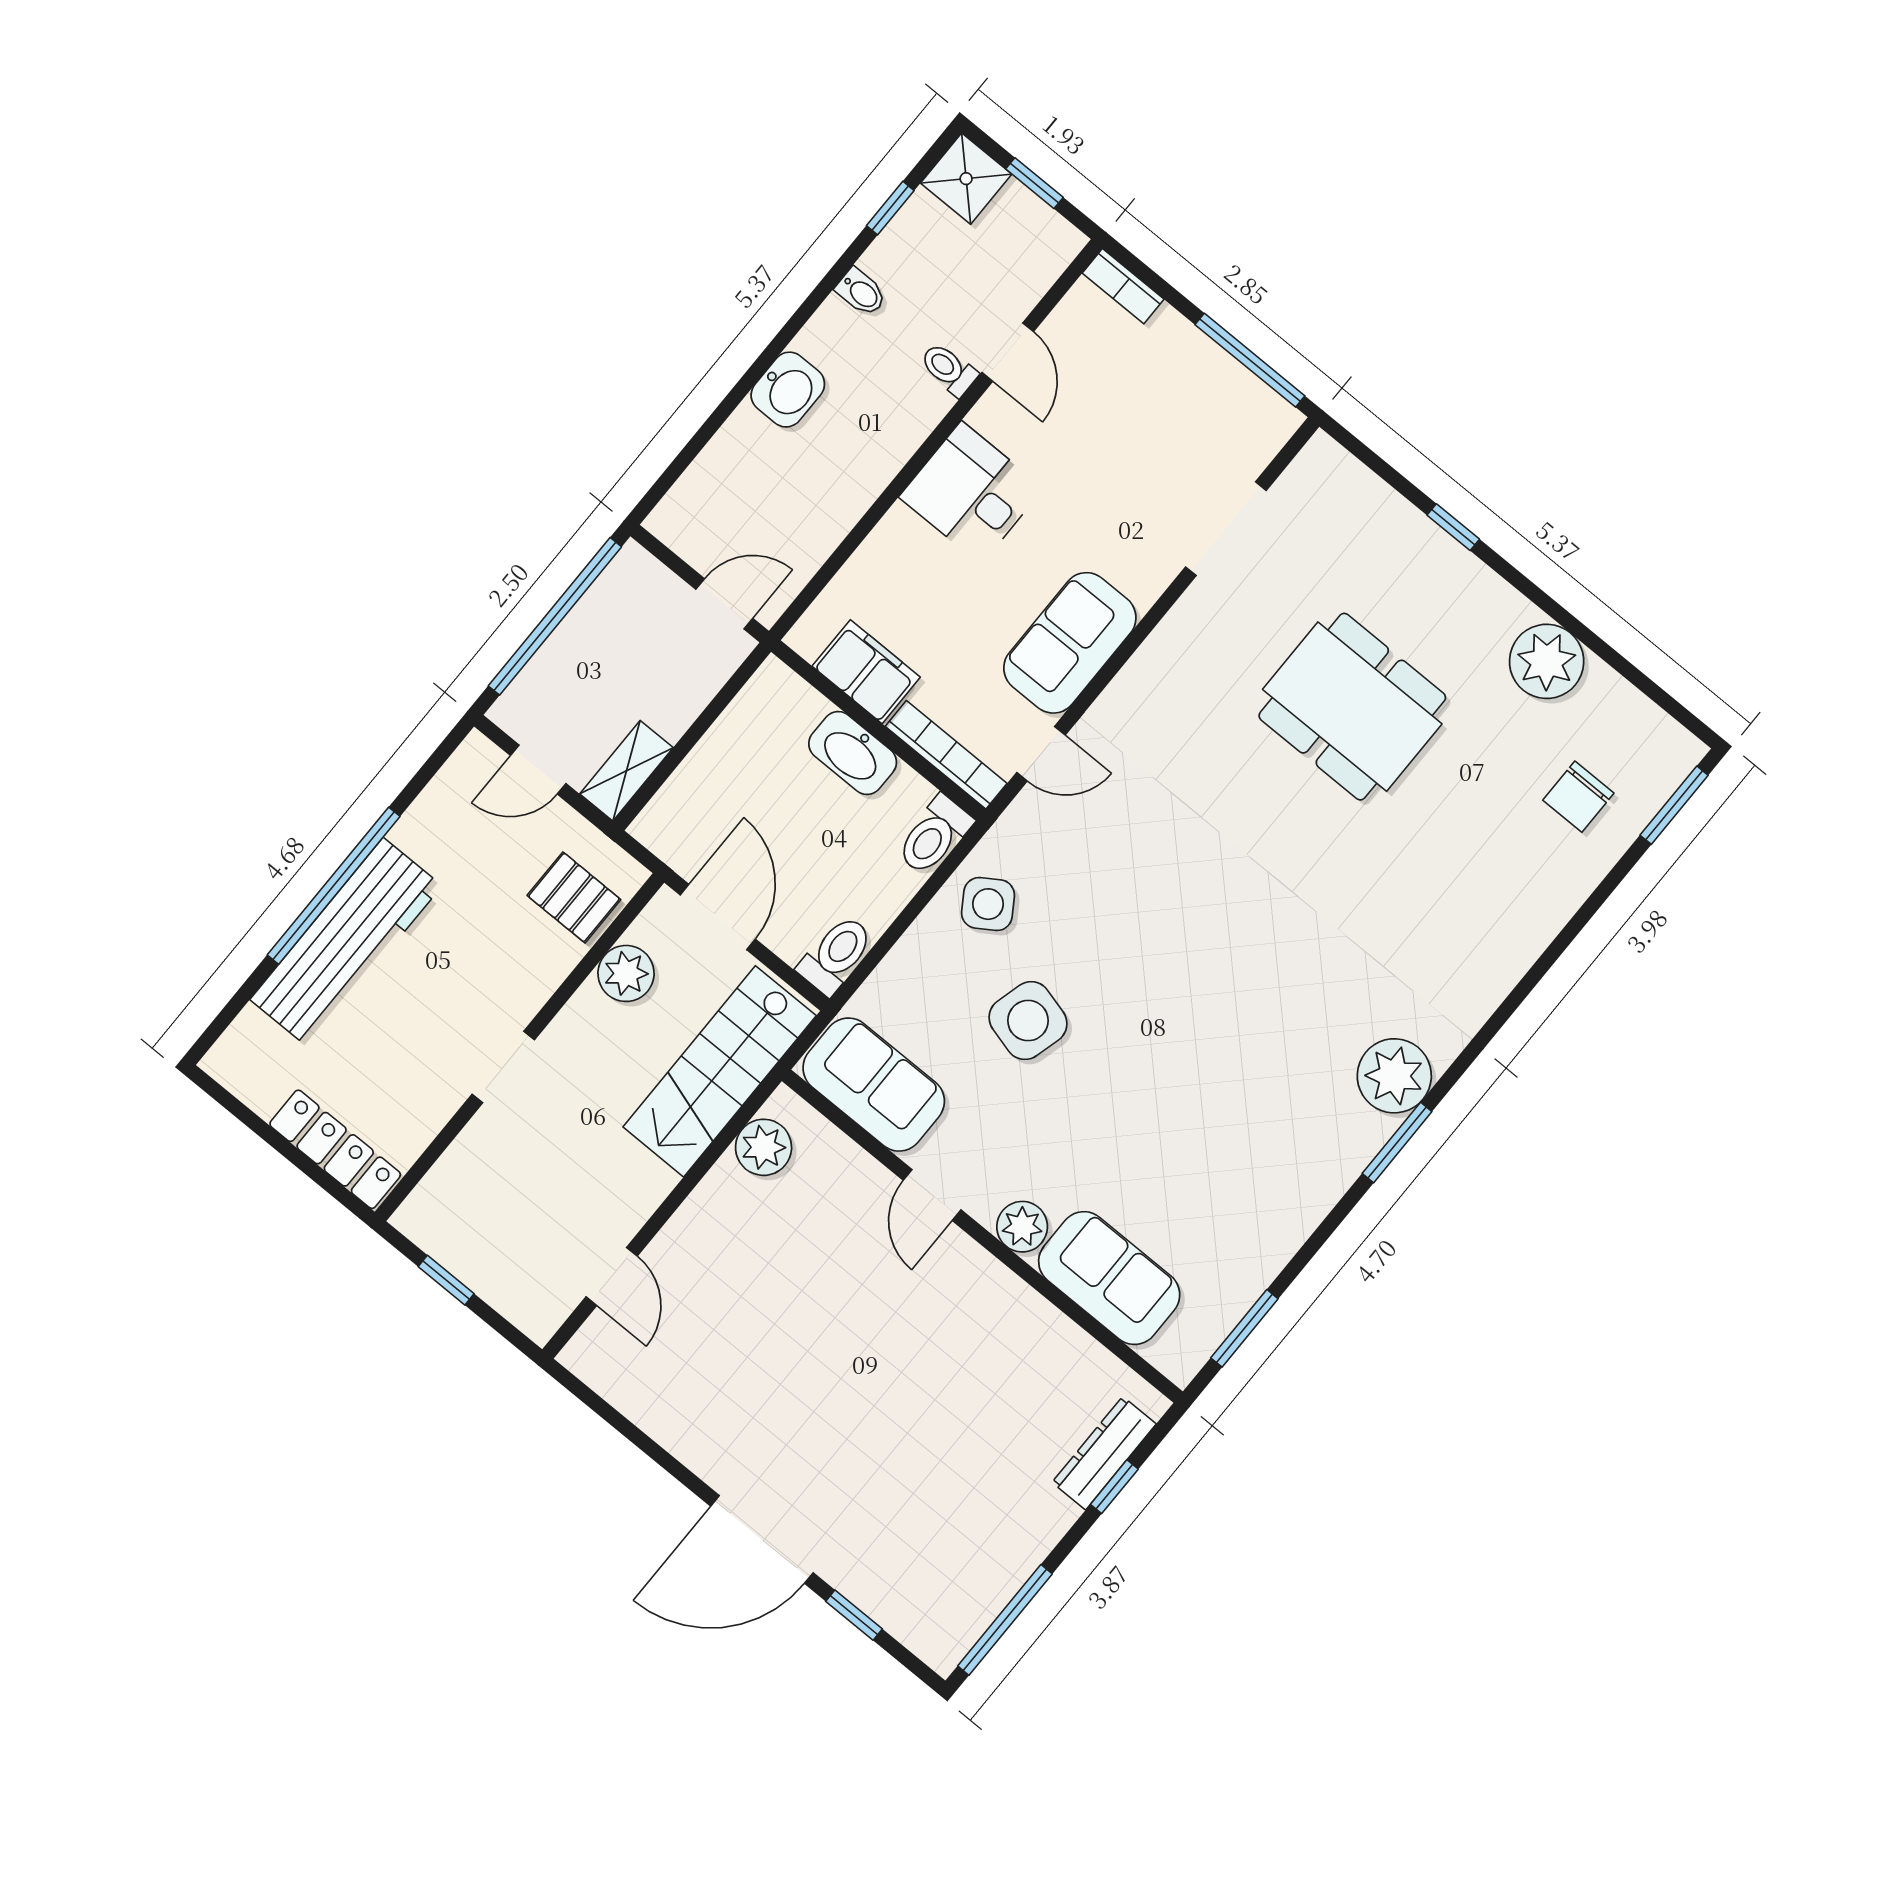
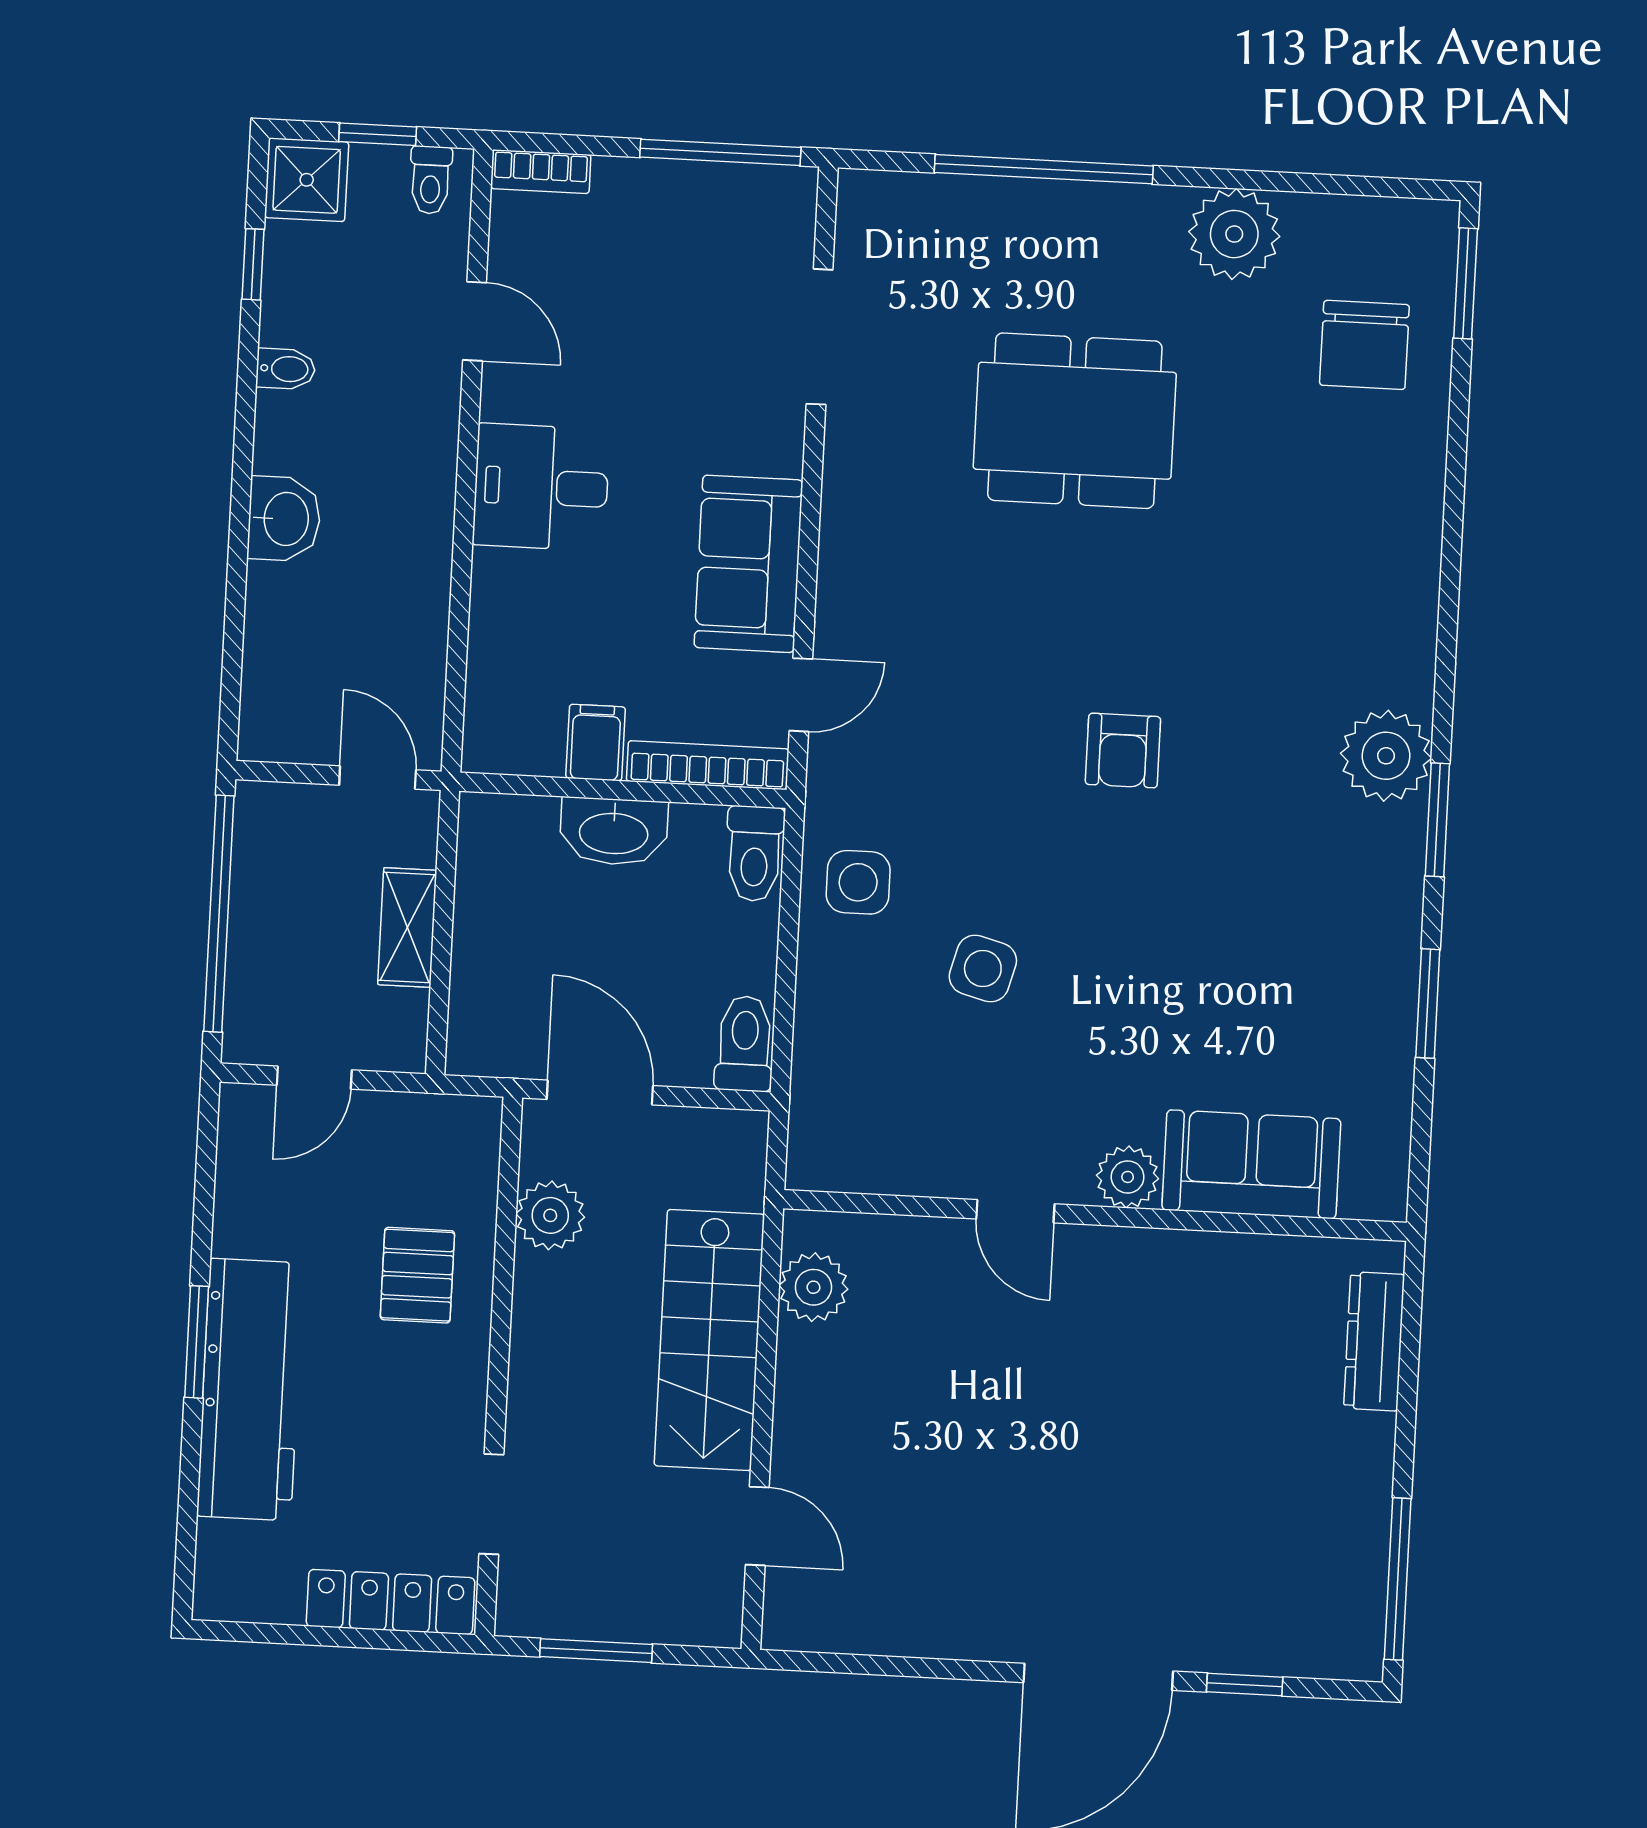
toilet: (949, 369) -> (431, 180), moved, turned -90
window: (1453, 527) -> (1044, 169), width x3.17
door: (724, 604) -> (378, 777), hinge flipped
filing cabinet: (866, 672) -> (596, 743), width x0.50
shelving: (626, 771) -> (407, 927), moved
chair: (1578, 797) -> (1364, 345), width x1.37, depth x1.37
window: (334, 886) -> (197, 1342), width x0.47
pallet: (574, 897) -> (417, 1275), moved, turned 90
side table: (988, 904) -> (858, 882), turned 33
armchair: (1225, 946) -> (1123, 751), added
side table: (1028, 1021) -> (983, 969), width x0.73, depth x0.73
doorway: (503, 1067) -> (491, 1504), moved
stairs: (720, 1071) -> (709, 1340), moved
sofa: (874, 1085) -> (877, 1145), removed
window: (446, 1280) -> (596, 1651), width x1.50
window: (1244, 1328) -> (1428, 1003), moved
window: (1114, 1487) -> (1409, 1367), removed

